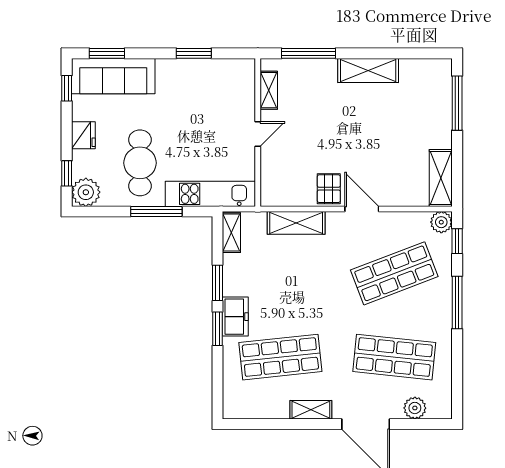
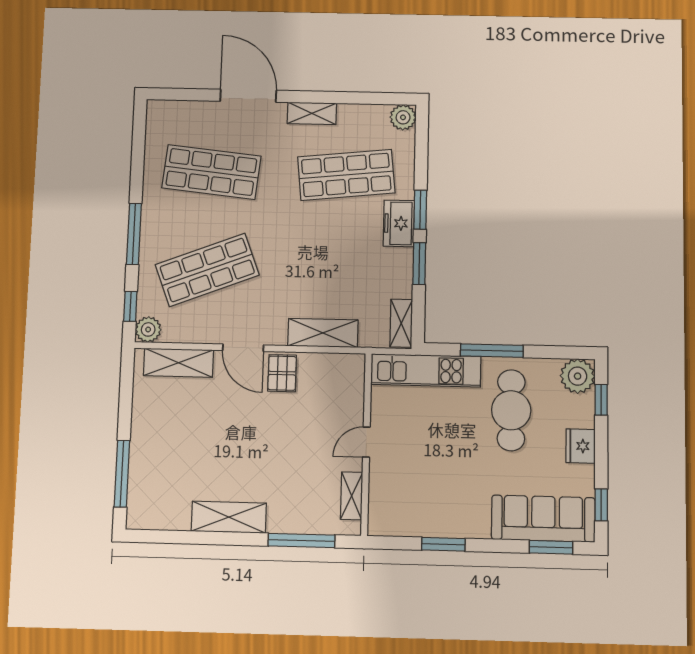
shelving: (441, 178) -> (179, 363), moved, turned 90
plant: (415, 408) -> (403, 117), moved

